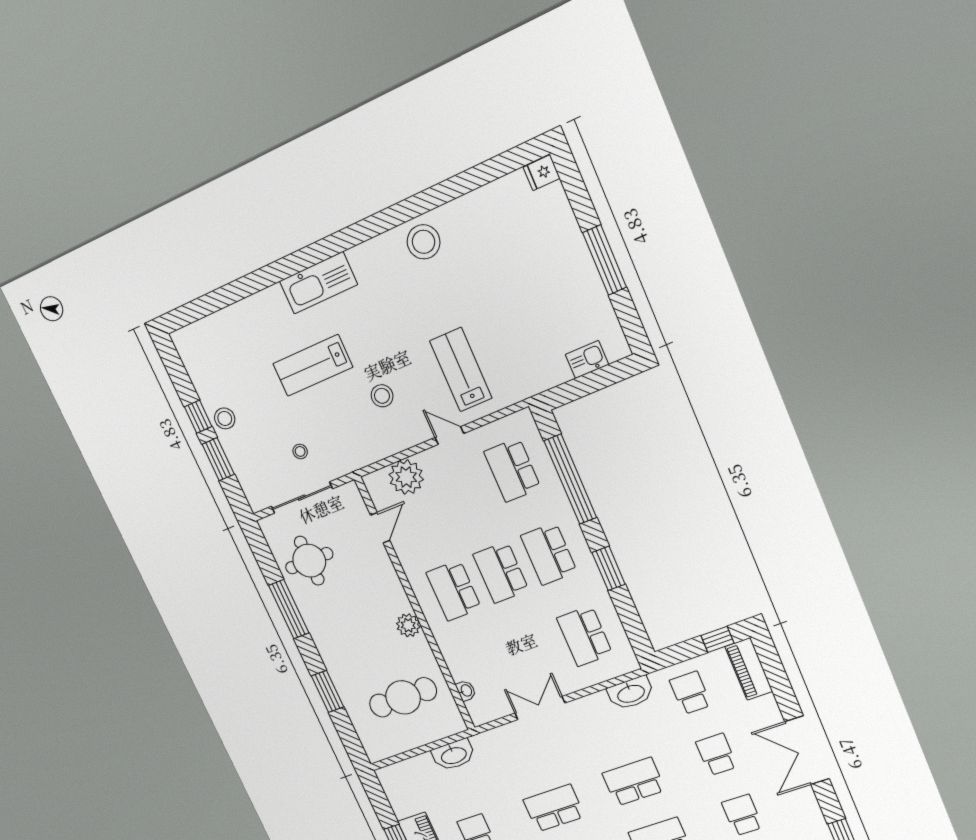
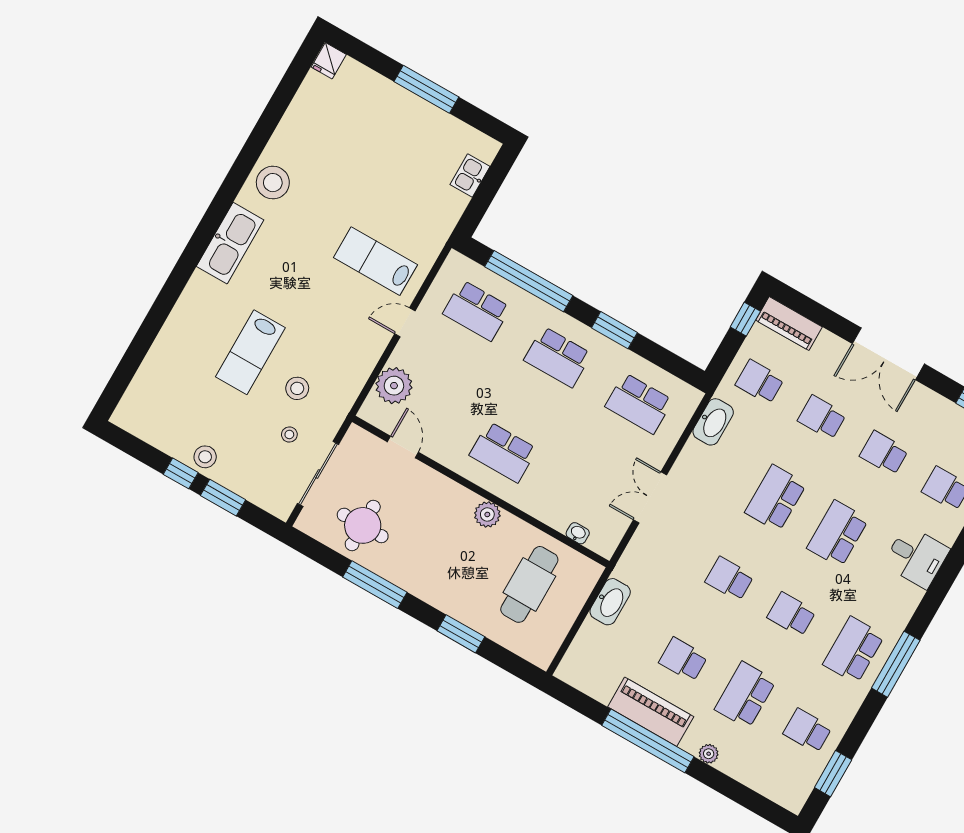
kitchen sink: (318, 283) -> (230, 243), moved
stool: (382, 396) -> (297, 388), moved
school desk: (501, 572) -> (531, 405), removed
school desk: (554, 808) -> (729, 579), width x0.54

